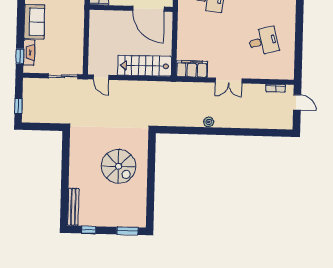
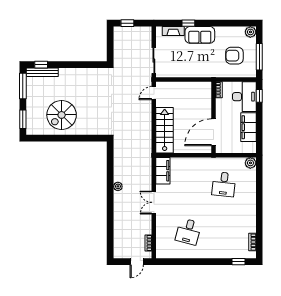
desk: (264, 41) -> (188, 231), turned 30
window: (20, 56) -> (188, 23), moved
spiral stairs: (119, 166) -> (62, 115), moved
window: (64, 208) -> (41, 65), added
window: (89, 230) -> (23, 86), width x2.17

